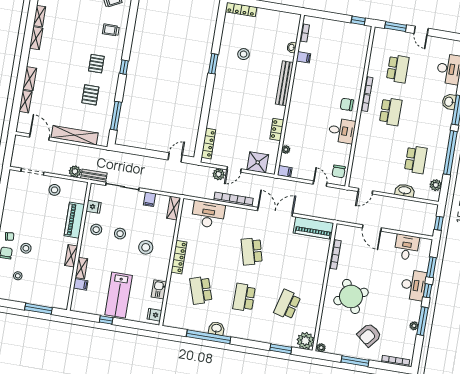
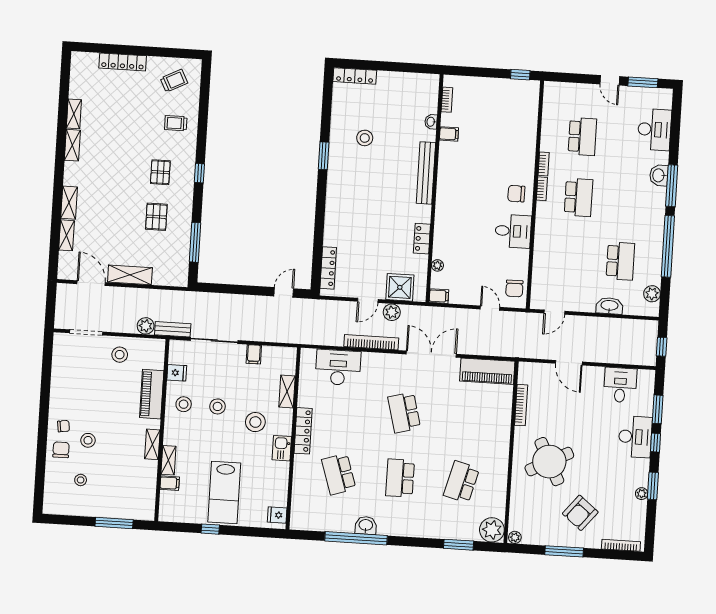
window: (396, 27) -> (643, 82), moved
shelving: (75, 135) -> (130, 275), width x0.68
plant: (219, 174) -> (392, 312), moved
shelving: (174, 208) -> (287, 392), moved
kitchen sink: (159, 289) -> (282, 448), moved
window: (422, 321) -> (653, 486), width x0.69

